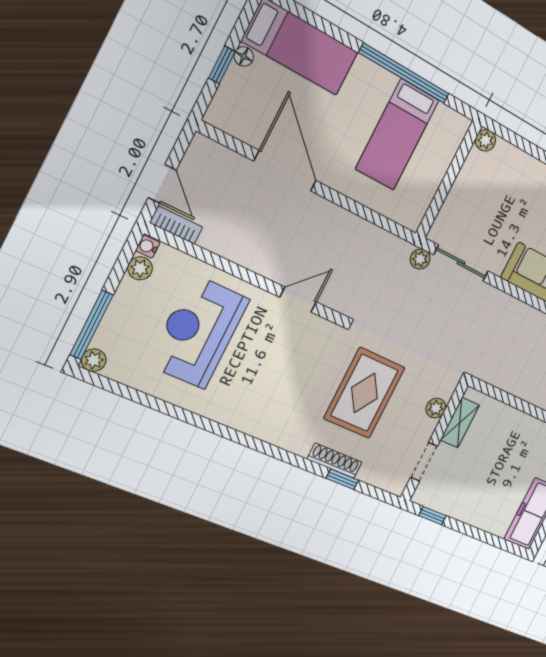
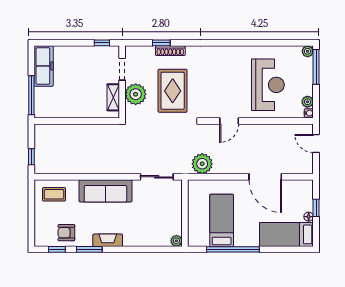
bookcase: (176, 225) -> (301, 129), removed
plant: (420, 259) -> (202, 164), moved, width x1.87, depth x1.87
plant: (436, 408) -> (136, 94), width x1.88, depth x1.88

